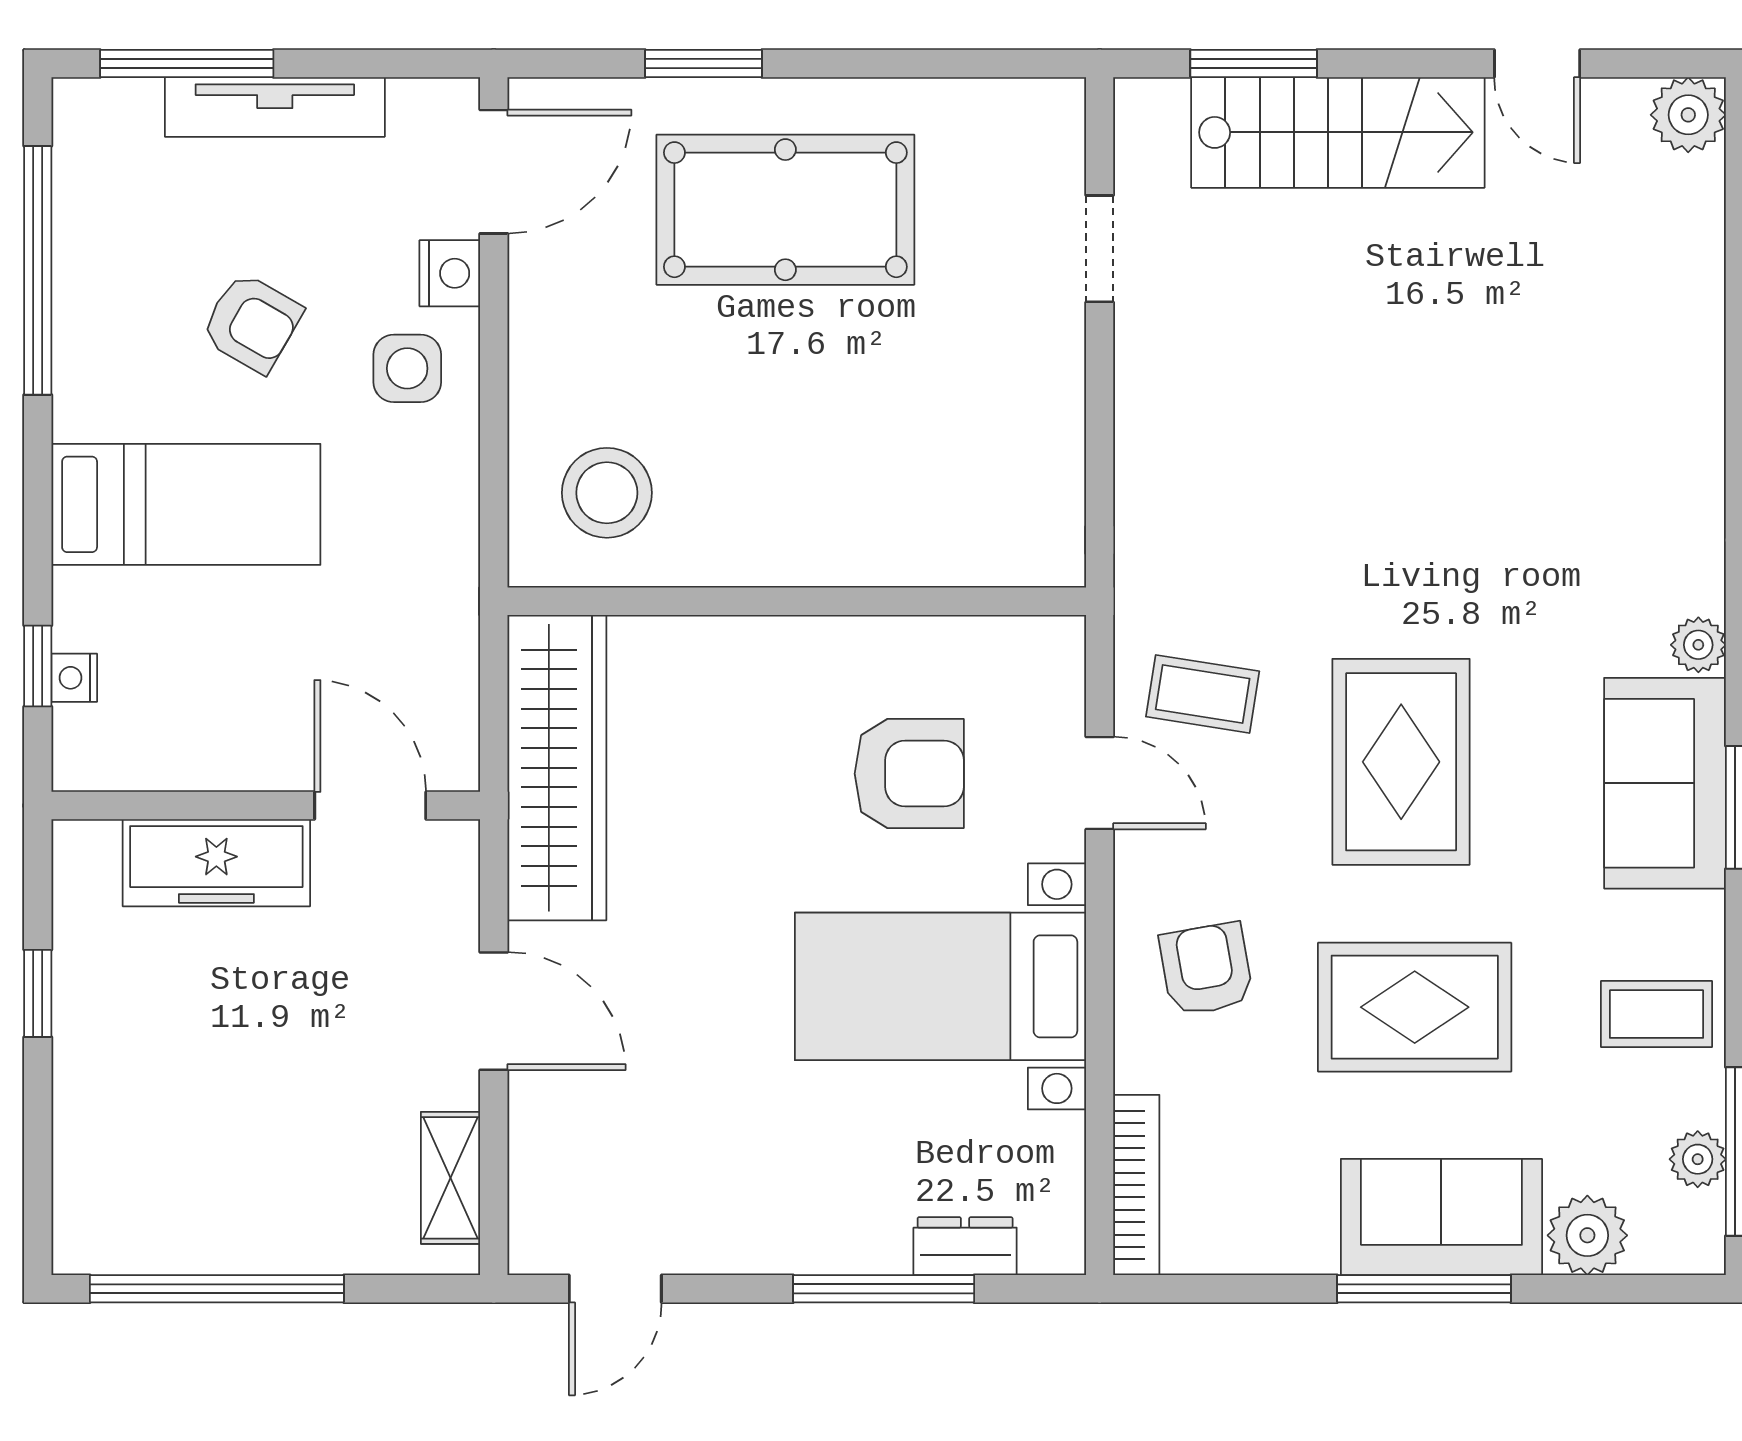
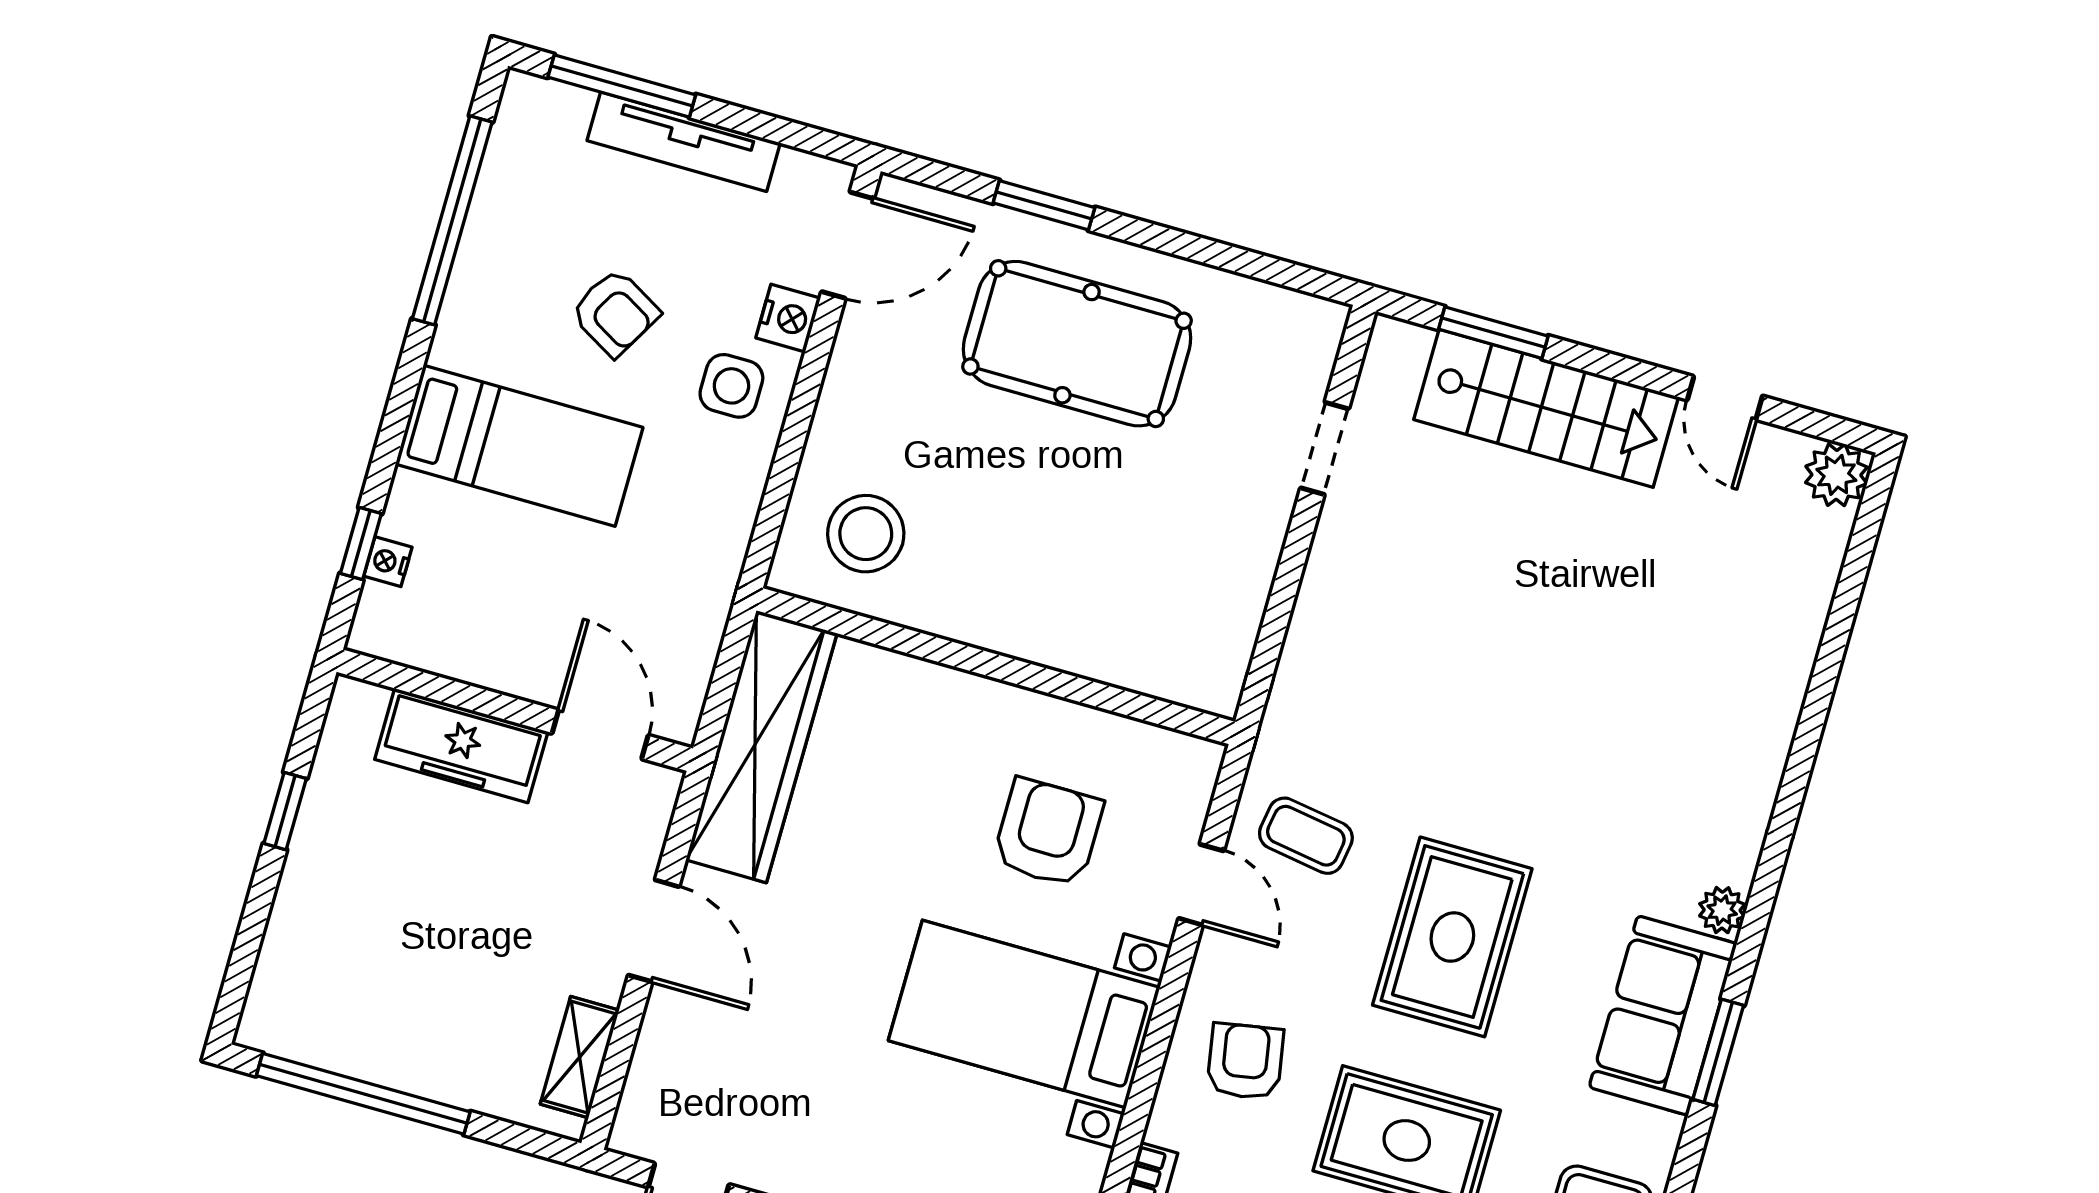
armchair: (909, 774) -> (1048, 833), turned -90

